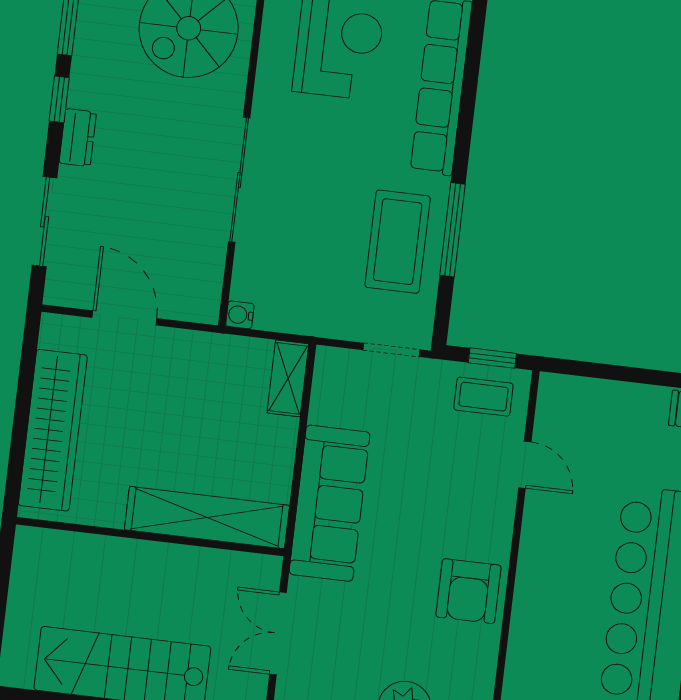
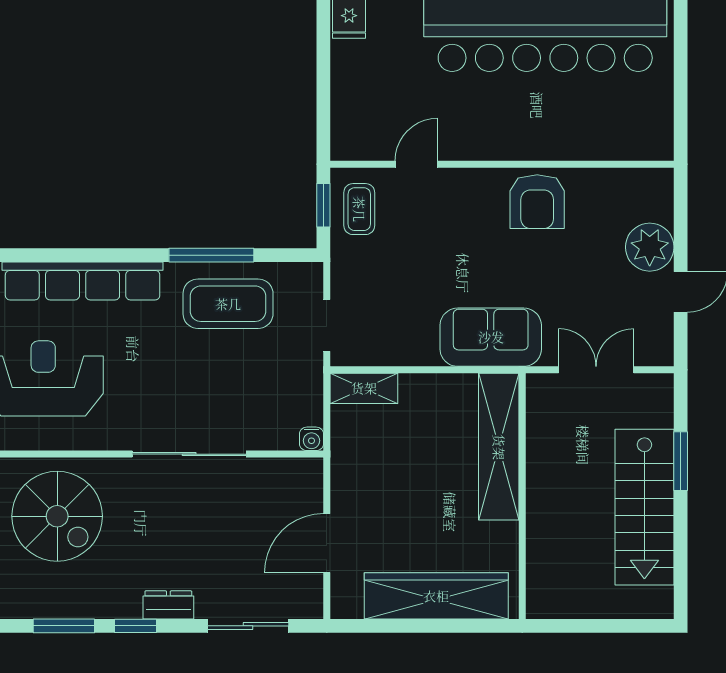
doorway: (392, 350) -> (327, 325), moved
sofa: (329, 503) -> (491, 337), width x0.73
armchair: (468, 591) -> (537, 202), turned 90
double door: (278, 633) -> (596, 370), swing flipped

